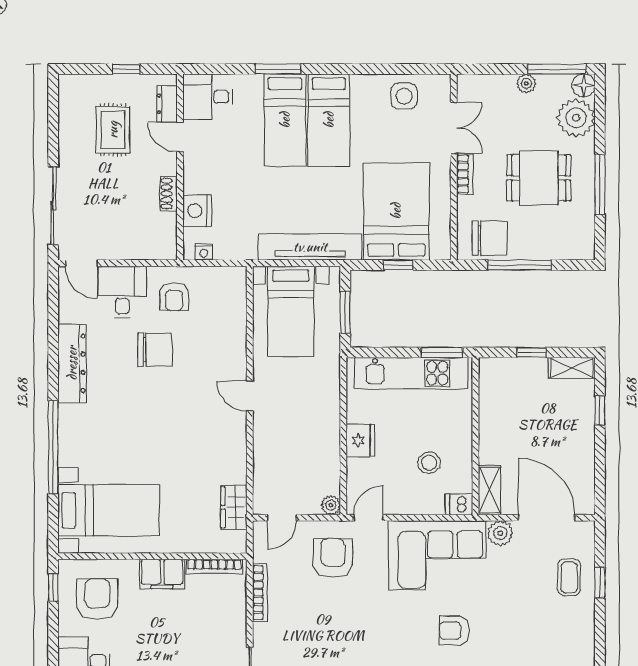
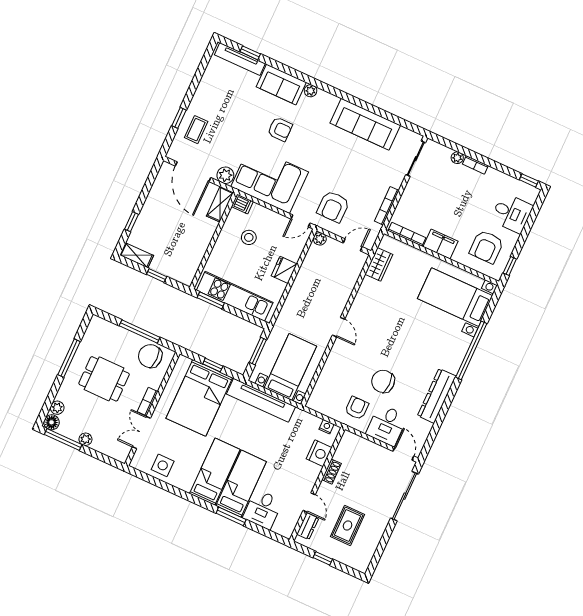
desk: (208, 97) -> (263, 509), moved, turned 90
plant: (576, 118) -> (57, 408), width x0.53, depth x0.53

